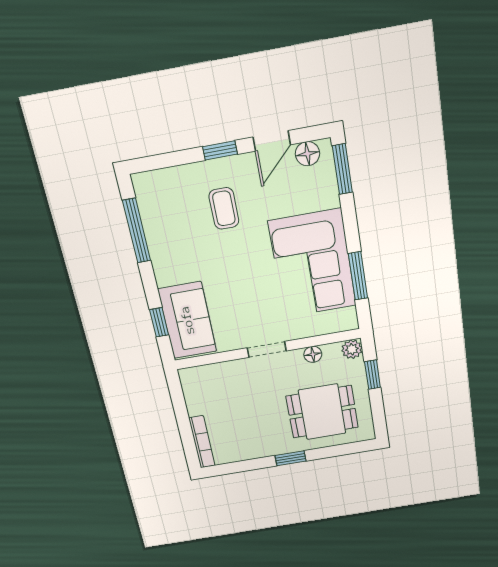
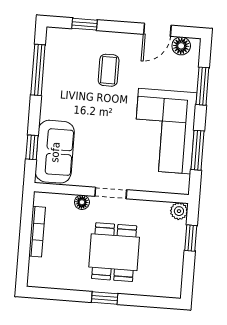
window: (220, 150) -> (85, 24), moved
window: (342, 169) -> (202, 86), moved
floor lamp: (313, 354) -> (82, 202), moved
dining table: (322, 412) -> (114, 252), moved, turned 90
bookcase: (202, 442) -> (37, 232), moved

